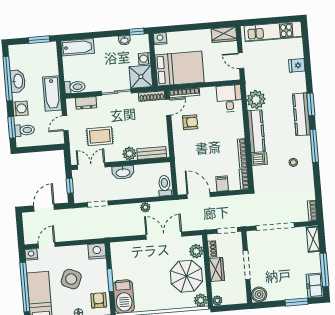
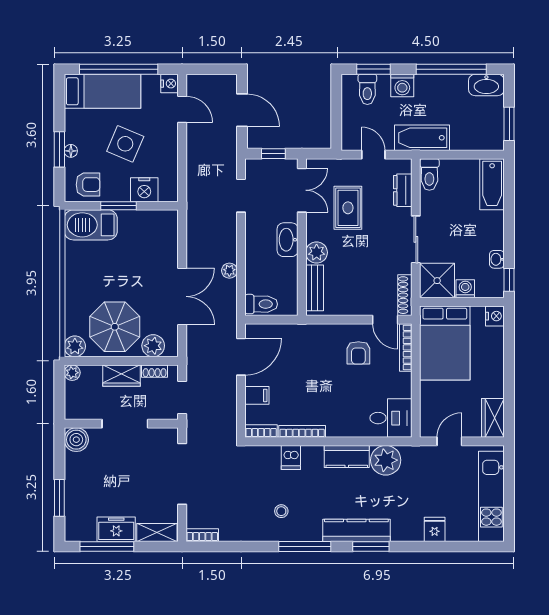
washbasin: (18, 81) -> (486, 85), moved
kitchen counter: (256, 131) -> (347, 456), width x0.67
nightstand: (97, 251) -> (144, 190), moved, turned 90
freezer: (315, 286) -> (116, 529), moved

